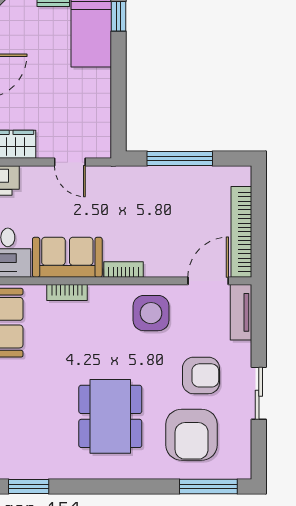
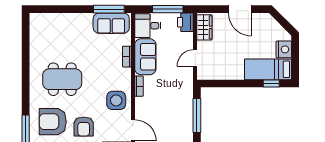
window: (29, 487) -> (26, 37), removed

